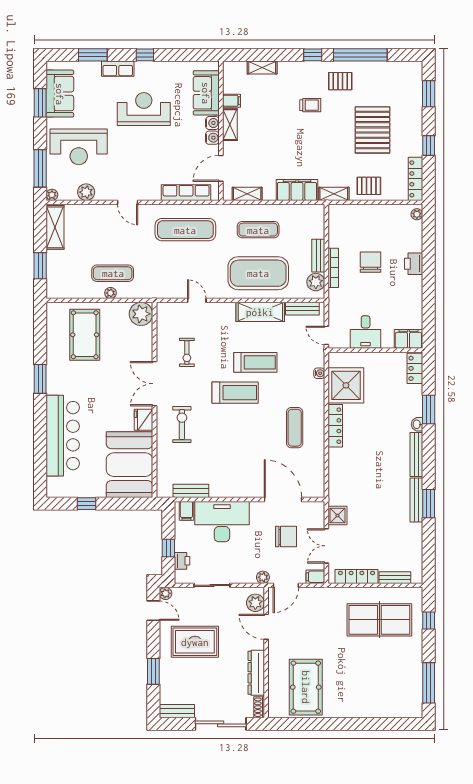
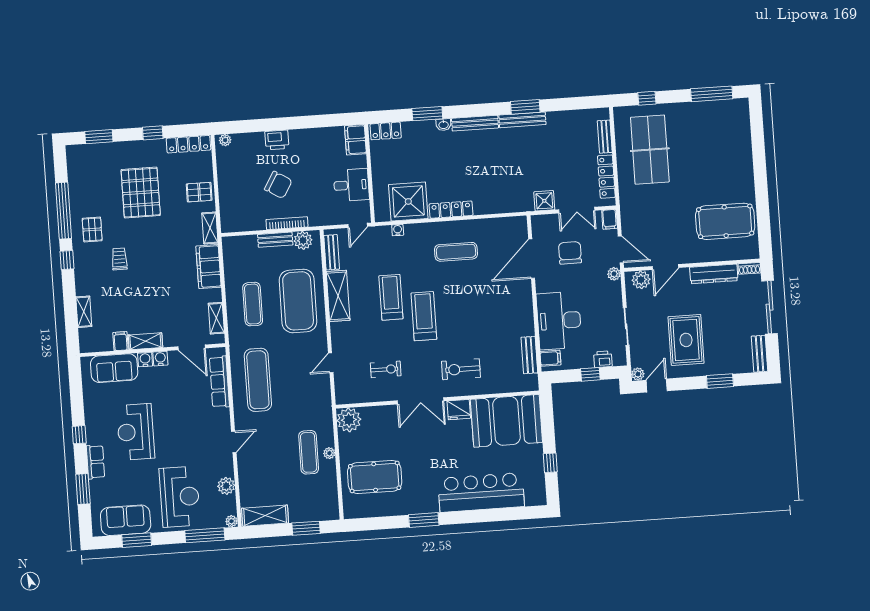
pallet: (372, 130) -> (141, 193), turned 90
pallet: (369, 186) -> (199, 192), turned 90
chair: (370, 262) -> (278, 185), turned -149

